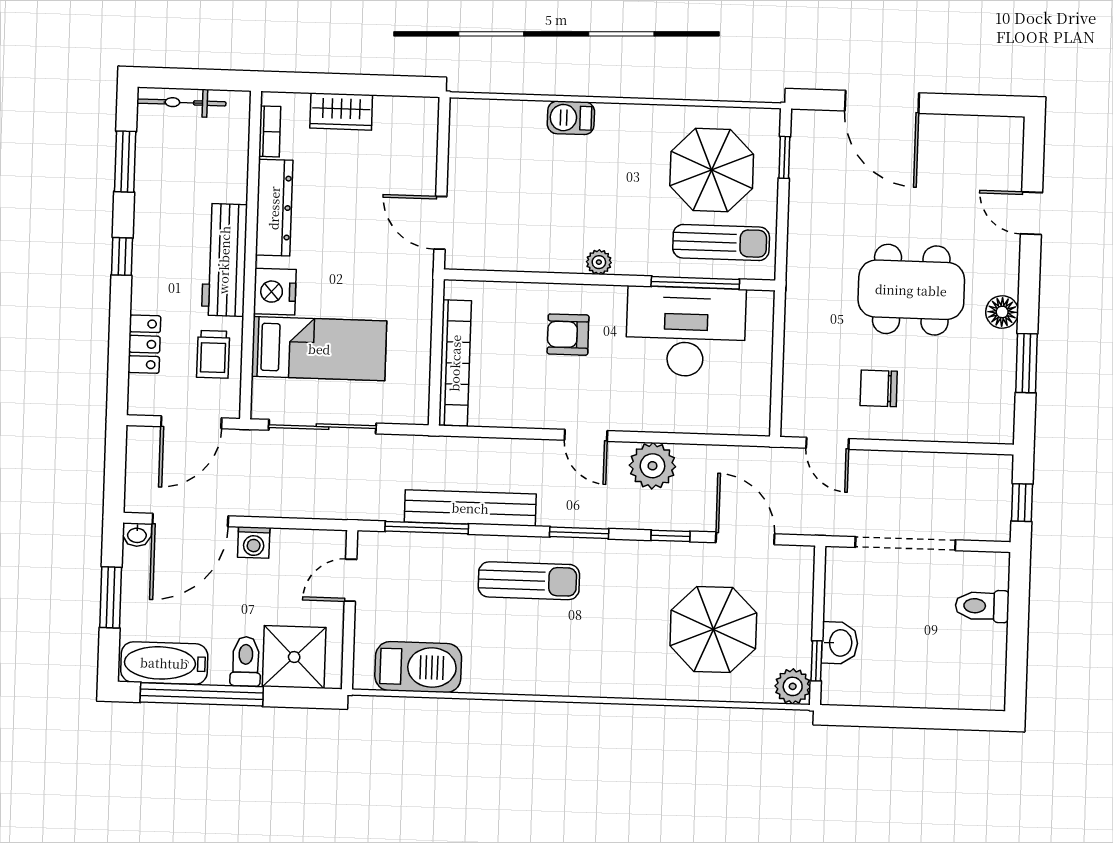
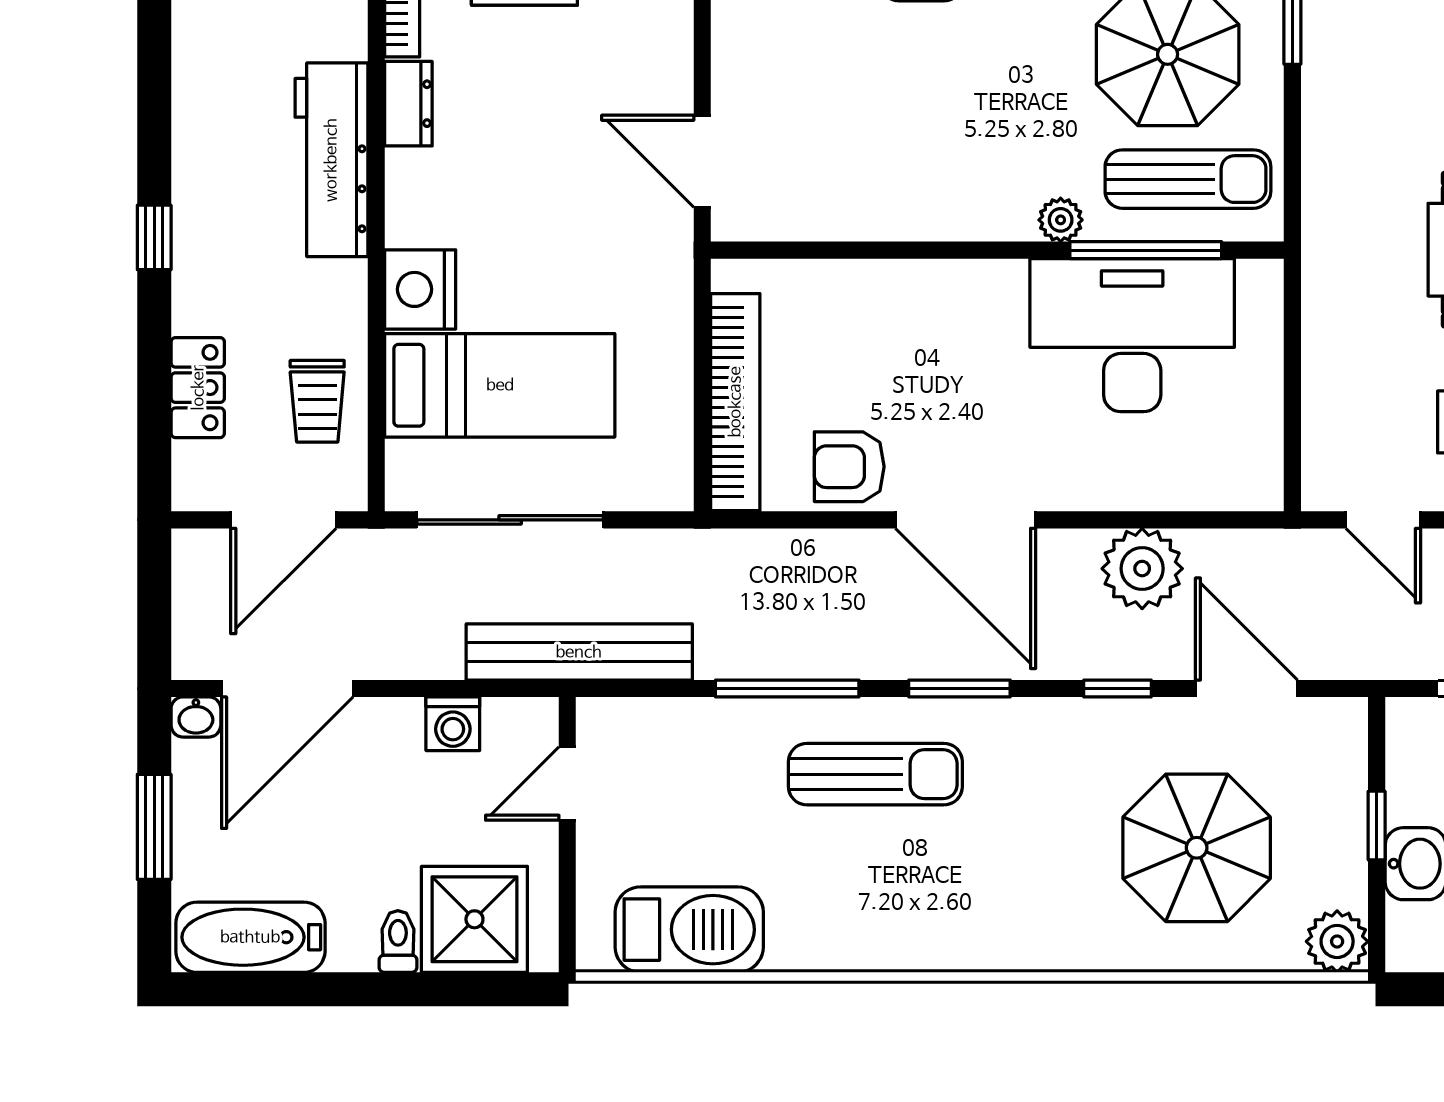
window: (125, 162) -> (154, 73), removed
dresser: (274, 208) -> (408, 104), width x0.51, depth x0.80
workbench: (224, 260) -> (331, 160), moved
plant: (599, 262) -> (1061, 220), moved
armchair: (568, 335) -> (849, 467), moved
door: (586, 435) -> (966, 520), width x1.88
plant: (652, 466) -> (1142, 569), moved
bench: (470, 508) -> (579, 652), moved
window: (427, 528) -> (787, 688), moved
washing machine: (254, 542) -> (453, 724), moved
toilet: (246, 661) -> (398, 941), width x0.73, depth x0.72
window: (816, 661) -> (1377, 826), moved
window: (202, 694) -> (317, 989), removed

